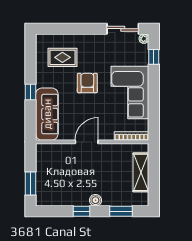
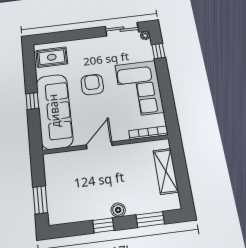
rug: (62, 57) -> (52, 57), moved
sofa: (47, 114) -> (54, 111), width x1.36, depth x1.27

